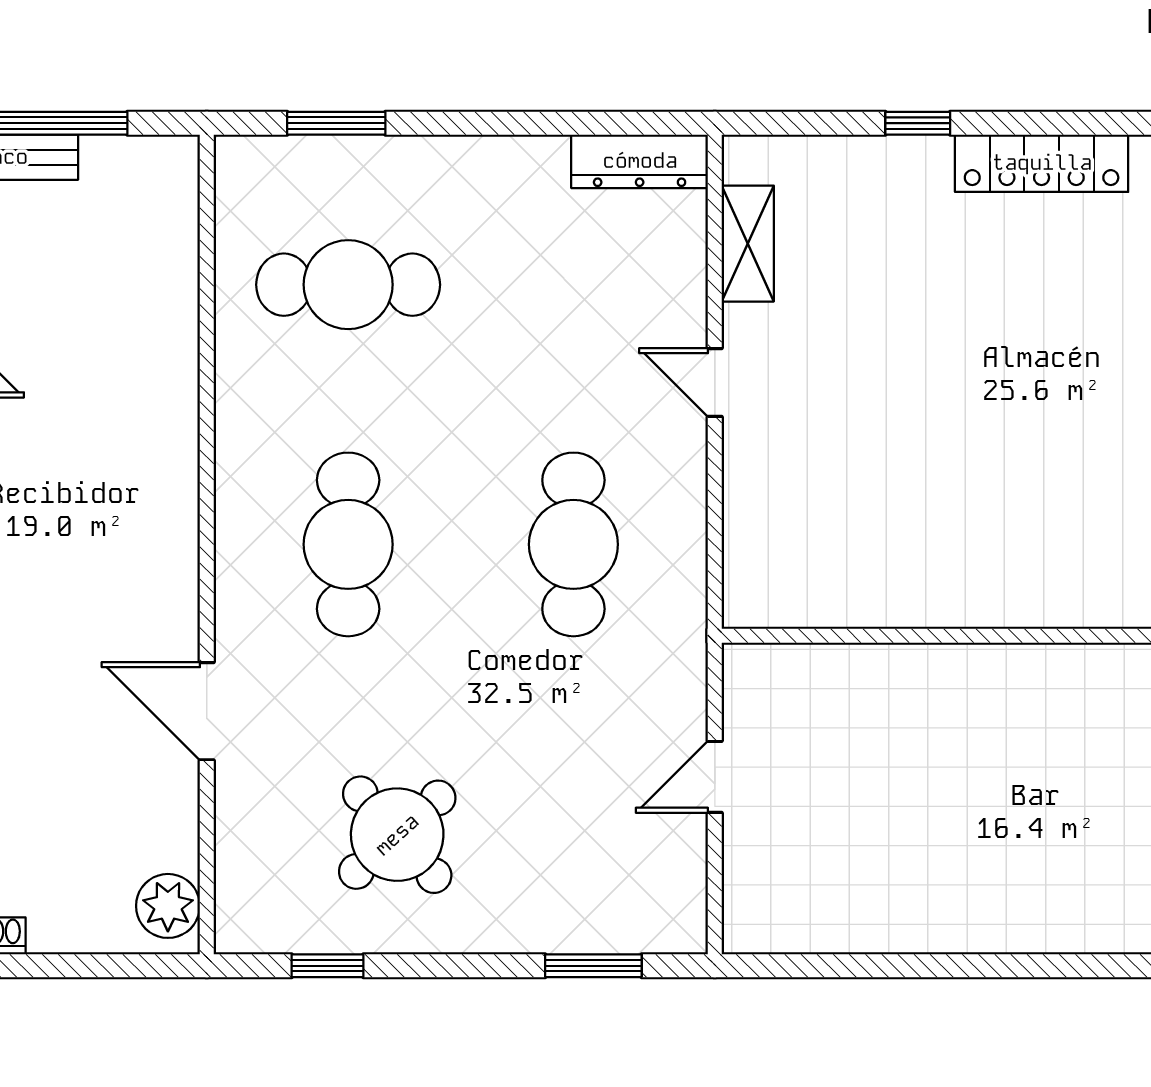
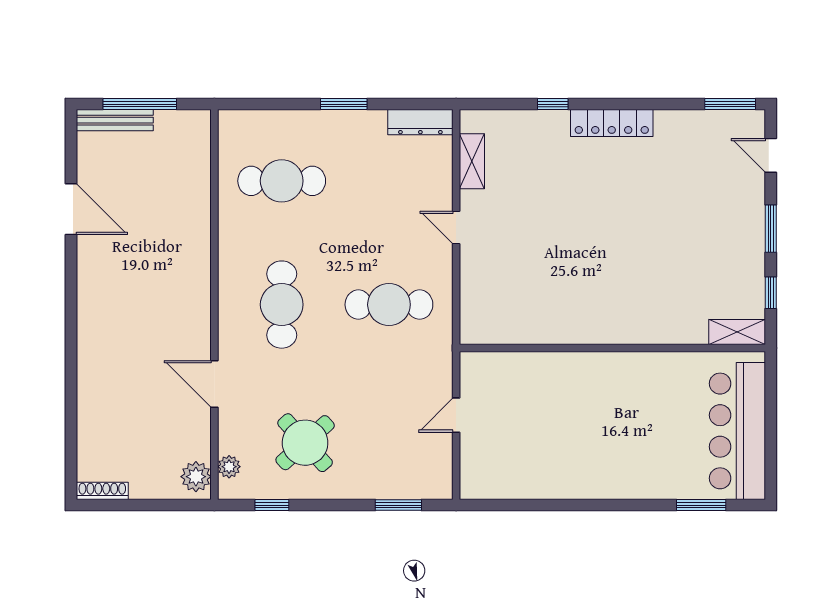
window: (336, 123) -> (344, 104), moved
cafe table: (573, 544) -> (389, 305), turned 90
plant: (238, 885) -> (229, 467), added

